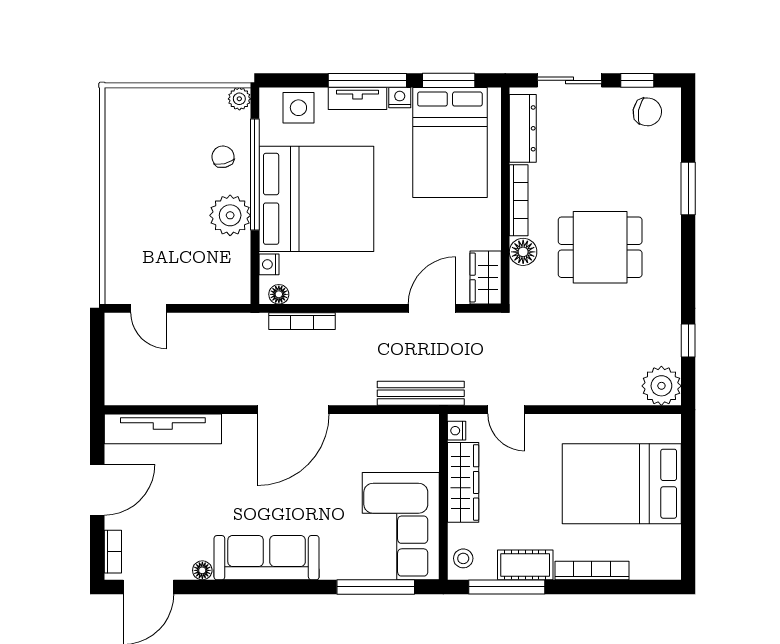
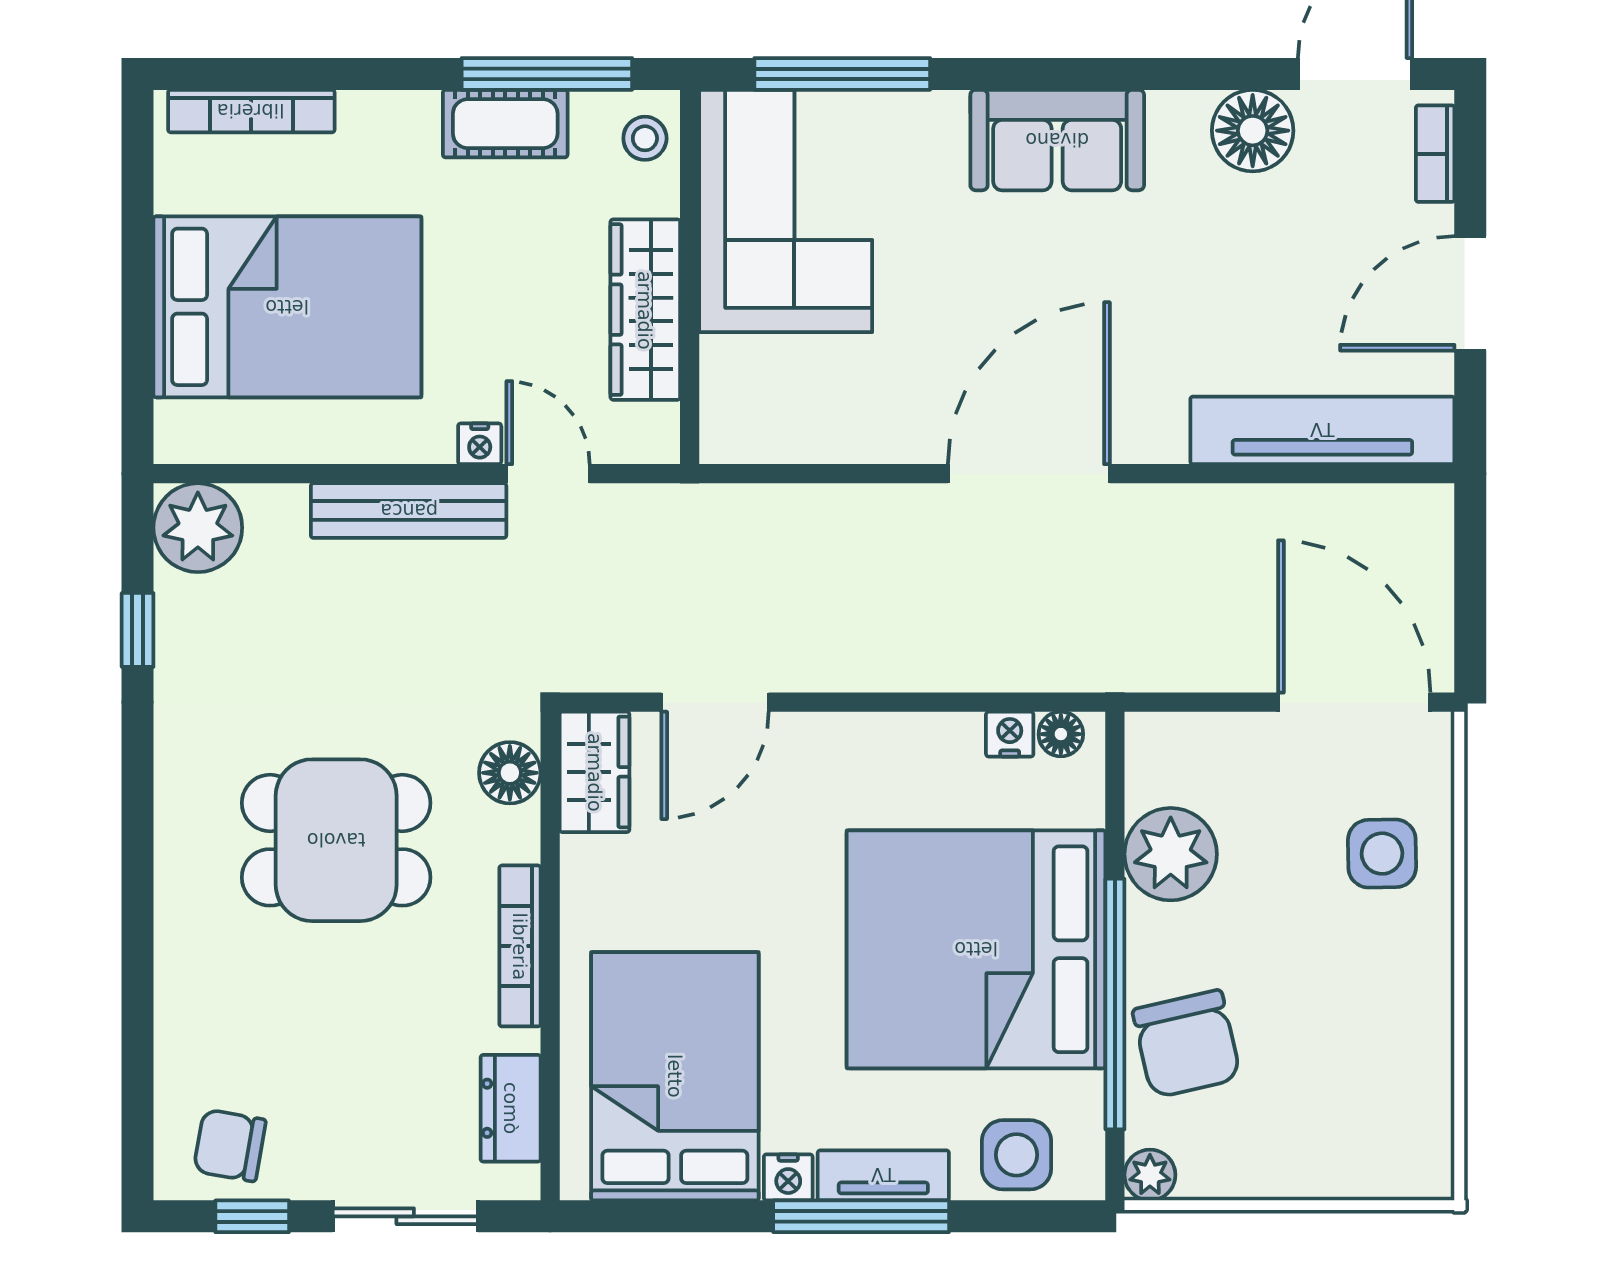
window: (449, 80) -> (678, 1216), removed
dresser: (523, 128) -> (511, 1108), width x0.70
chair: (223, 157) -> (1187, 1044), width x1.87, depth x1.87
window: (688, 189) -> (138, 972), removed
plant: (230, 215) -> (1171, 854), moved
side table: (136, 241) -> (1382, 854), added
floor lamp: (523, 252) -> (510, 773), moved
nightstand: (269, 264) -> (1010, 734), moved, turned -90
door: (149, 308) -> (1354, 702), width x1.88
bookcase: (302, 321) -> (1008, 674), removed
bench: (421, 393) -> (409, 511), moved
nightstand: (457, 431) -> (480, 444), moved, turned 90
sofa: (267, 558) -> (1057, 140), width x0.73
floor lamp: (202, 570) -> (1253, 131), width x1.89, depth x1.89
bookcase: (592, 570) -> (251, 111), moved

